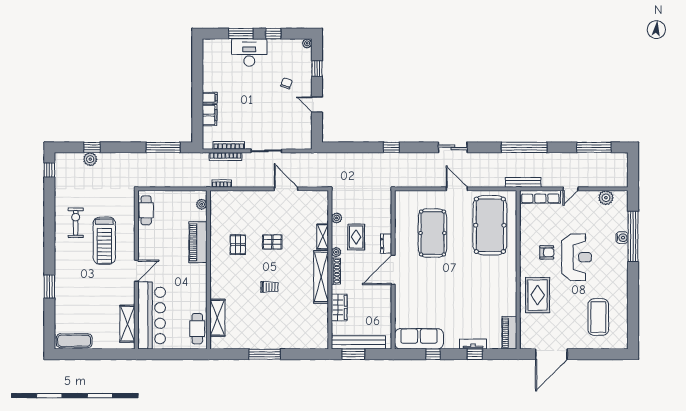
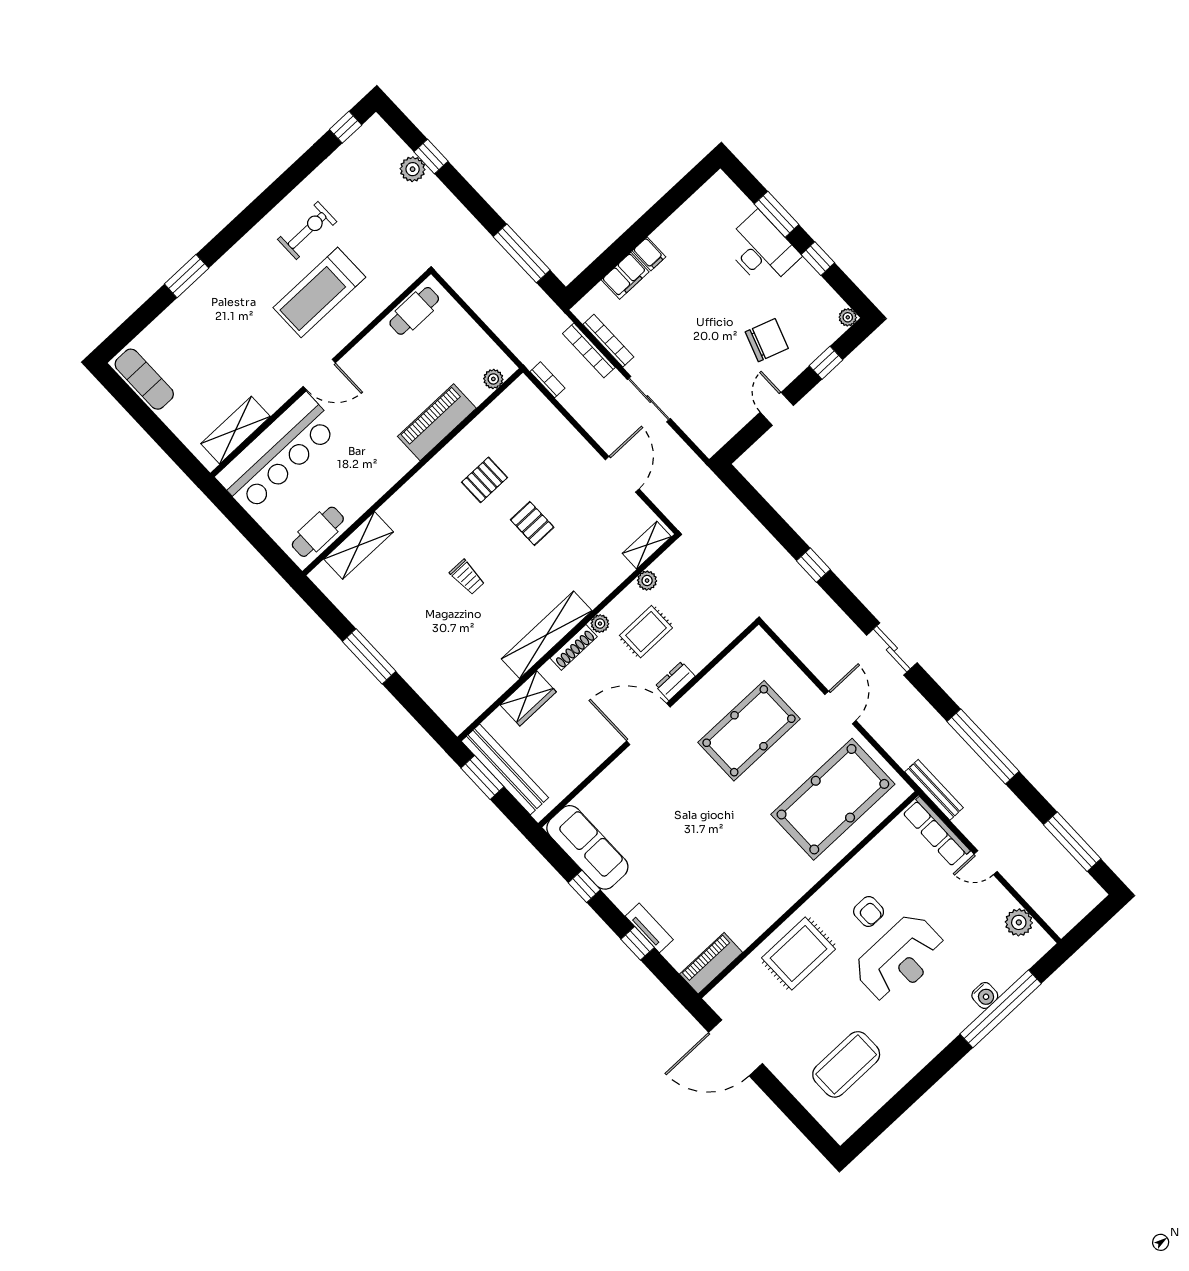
chair: (286, 83) -> (767, 340), width x1.87, depth x1.87
shelving: (323, 237) -> (647, 545), moved

